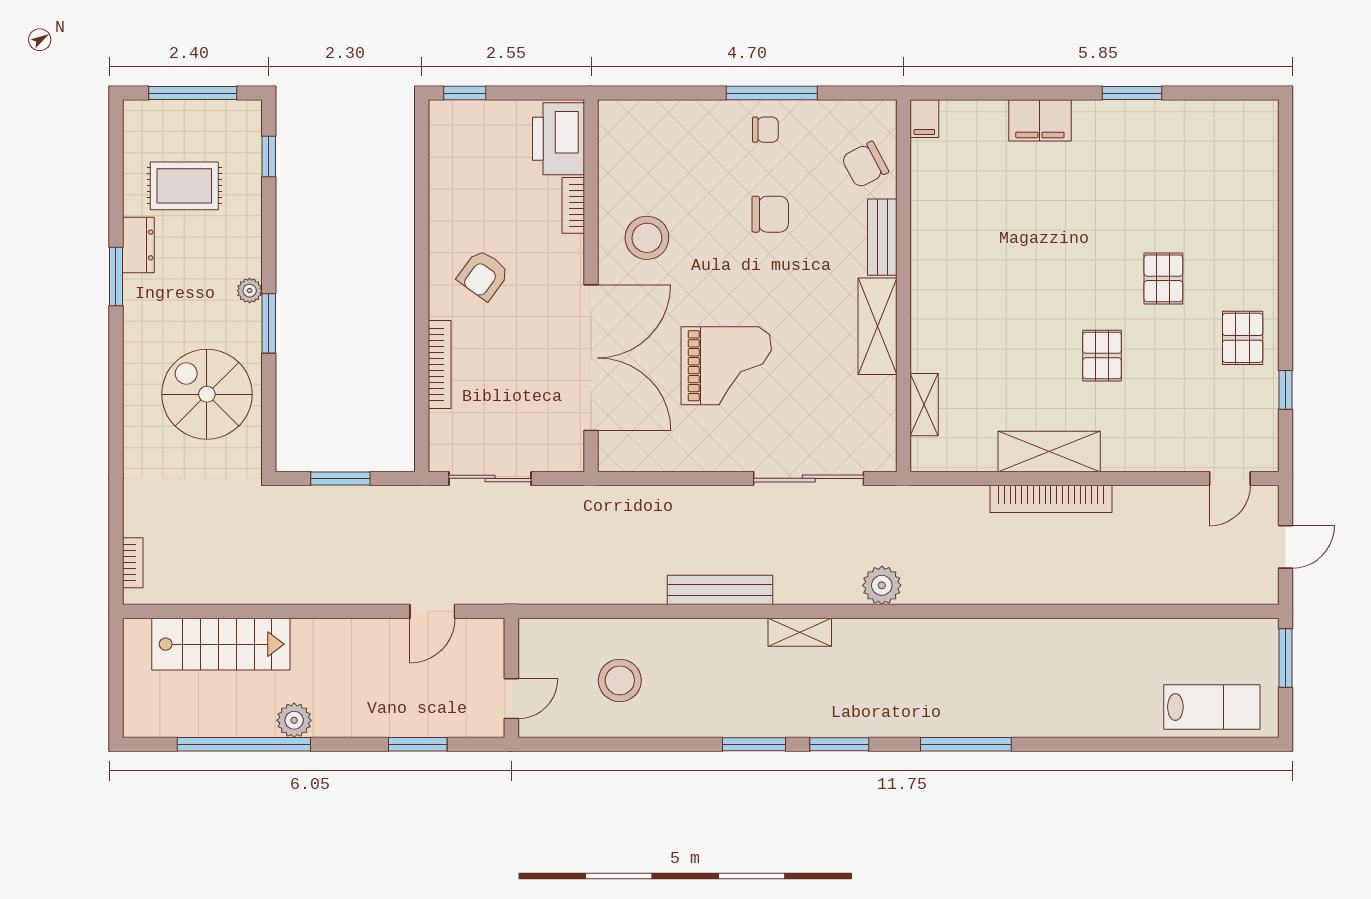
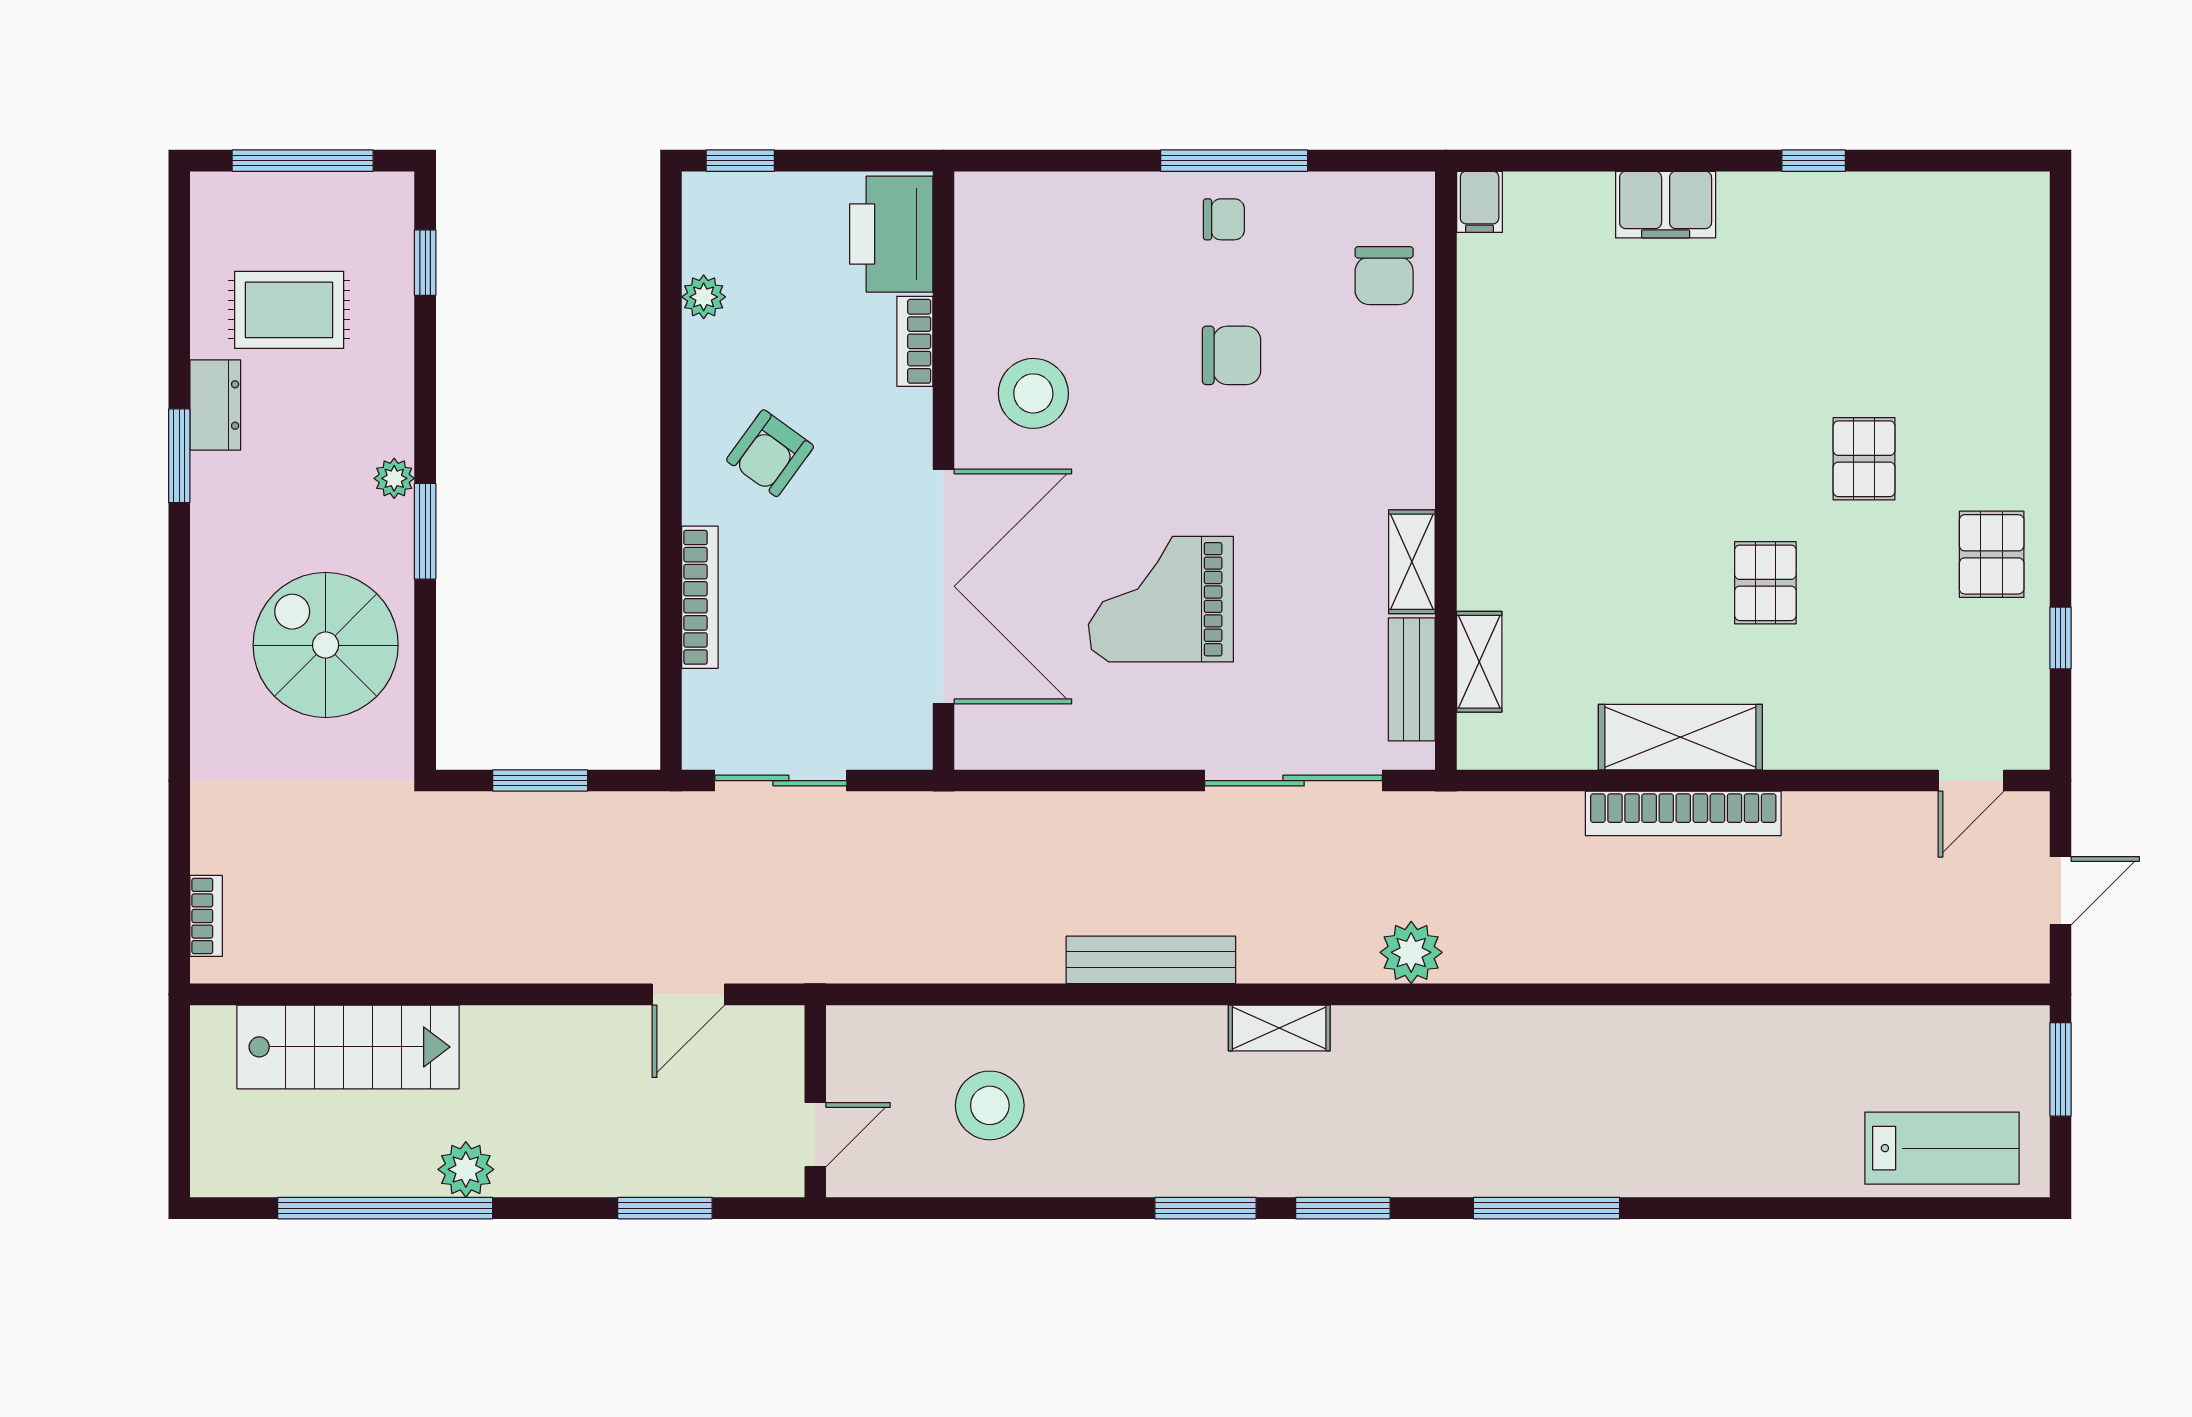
window: (1132, 93) -> (1814, 161), width x0.67
chair: (865, 165) -> (1384, 276), turned -62
plant: (442, 178) -> (704, 297), added
bench: (882, 237) -> (1412, 679), moved
shelving: (877, 326) -> (1412, 562), width x0.67, depth x0.75
grand piano: (726, 366) -> (1161, 599), turned 180

